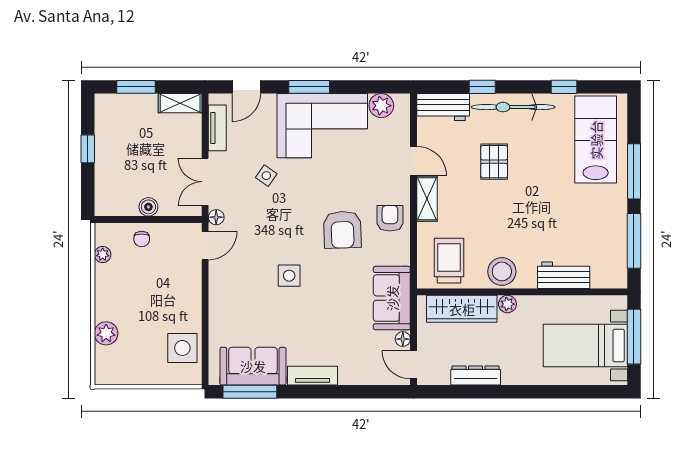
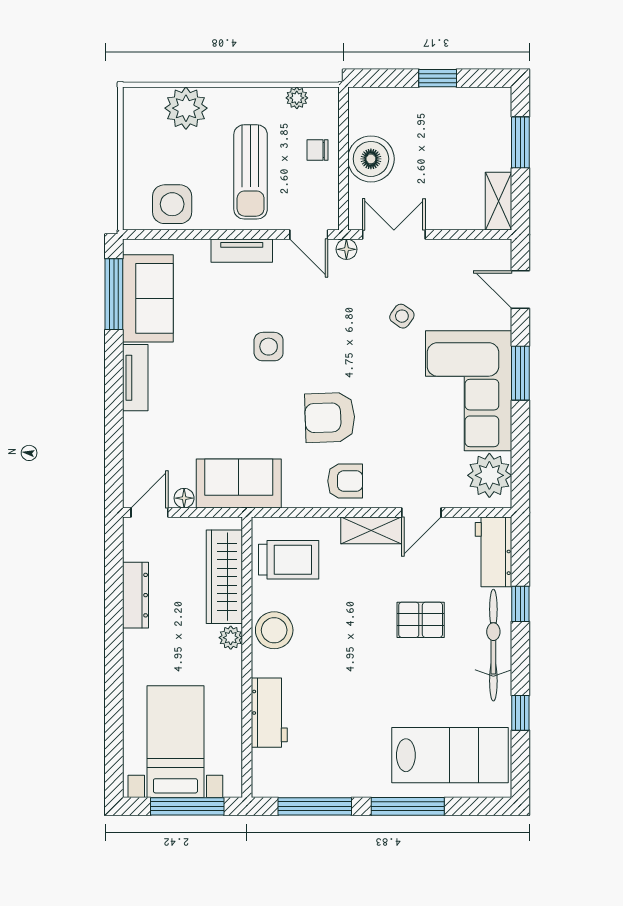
plant: (381, 106) -> (489, 475), width x1.36, depth x1.36
tv unit: (217, 128) -> (242, 251), moved
boiler: (148, 207) -> (371, 159), width x1.86, depth x1.86
sun lounger: (158, 289) -> (251, 172), added
plant: (106, 333) -> (186, 108), width x1.36, depth x1.36

